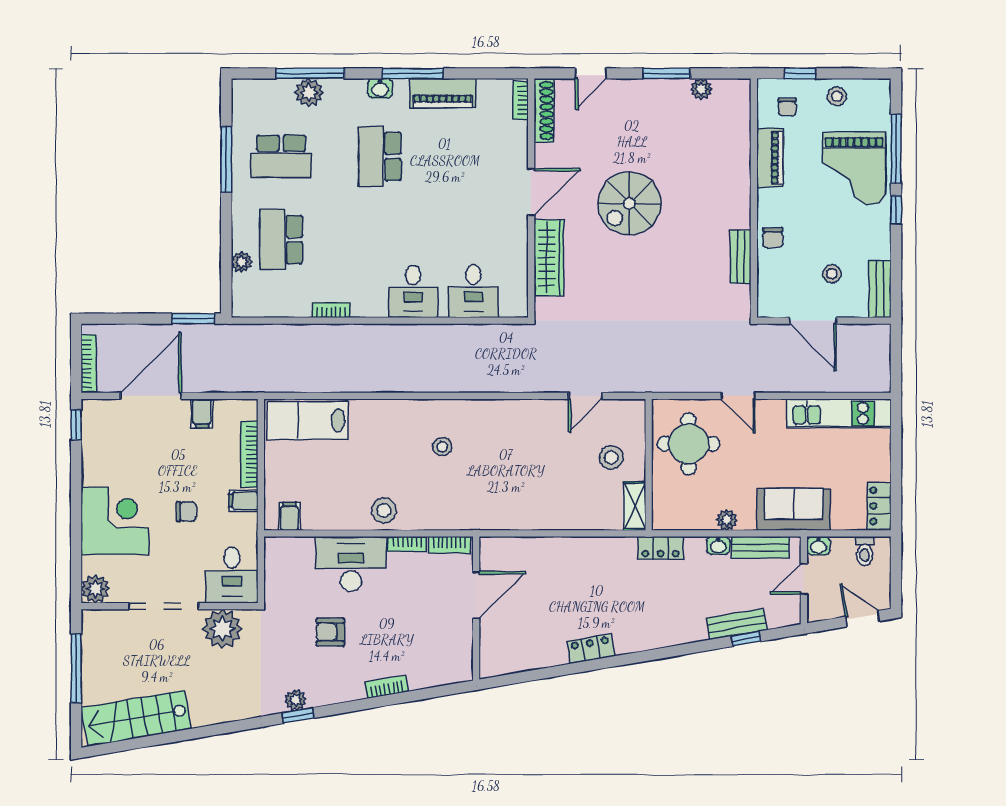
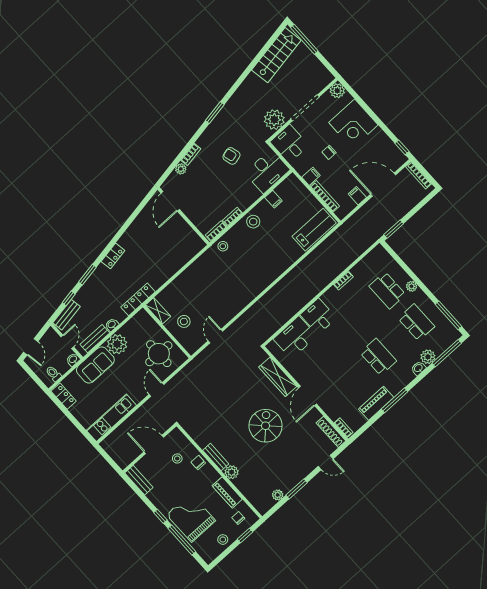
window: (310, 73) -> (447, 353), moved
door: (591, 73) -> (326, 463), swing flipped
washbasin: (380, 88) -> (418, 368), moved
school desk: (281, 156) -> (416, 322), turned 90
window: (226, 159) -> (449, 315), moved
plant: (738, 181) -> (232, 472), added
school desk: (281, 240) -> (387, 290), turned 180
bench: (741, 257) -> (216, 457), moved
plant: (241, 262) -> (412, 286), moved
stool: (832, 274) -> (177, 458), moved
desk: (473, 291) -> (295, 337), width x1.37
door: (151, 396) -> (383, 185), swing flipped
door: (738, 396) -> (156, 389), hinge flipped
stool: (442, 447) -> (223, 246), moved
filing cabinet: (289, 516) -> (273, 199), moved
plant: (727, 520) -> (117, 344), width x1.88, depth x1.88
locker: (660, 548) -> (138, 299), width x1.53
desk: (351, 564) -> (267, 171), moved
door: (476, 595) -> (170, 201), moved
door: (863, 619) -> (31, 347), hinge flipped
bench: (737, 624) -> (67, 315), moved
armchair: (330, 632) -> (231, 156), turned -105
locker: (591, 649) -> (113, 256), moved
window: (689, 649) -> (87, 275), added
window: (76, 668) -> (304, 39), moved
plant: (296, 700) -> (181, 169), moved
window: (298, 716) -> (215, 113), width x1.50

